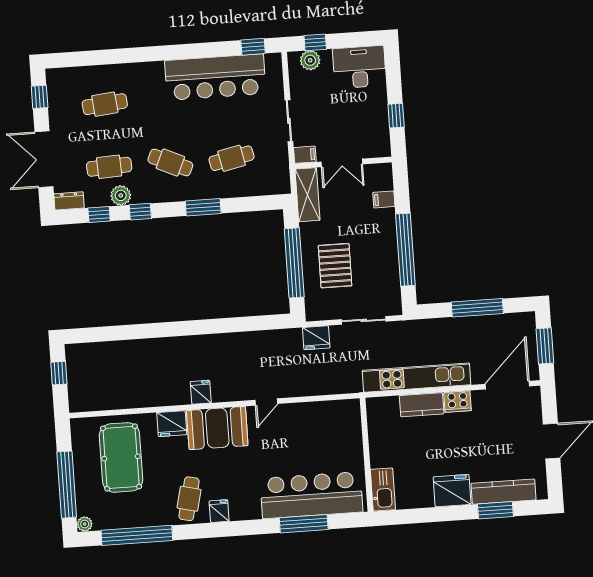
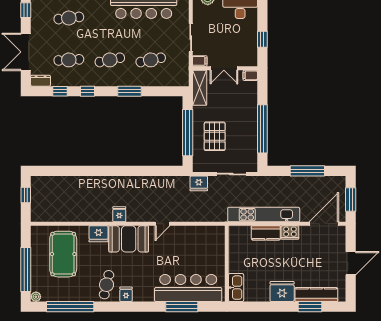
cafe table: (170, 163) -> (110, 60), turned -36
plant: (121, 195) -> (75, 80), removed
filing cabinet: (384, 199) -> (250, 75), moved

